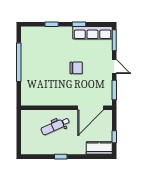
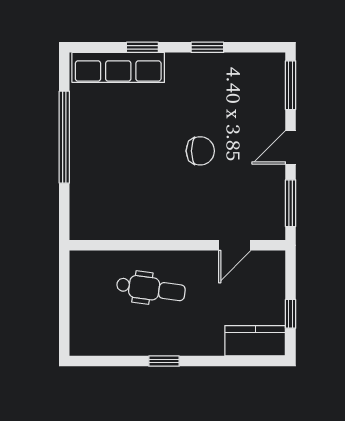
row of seats: (92, 33) -> (118, 67), moved
door: (114, 66) -> (291, 147), swing flipped
door: (91, 108) -> (235, 245), width x0.53
dental chair: (55, 126) -> (151, 289), turned -148

